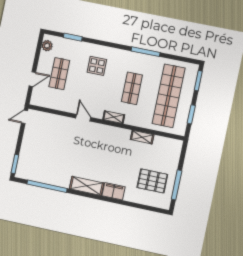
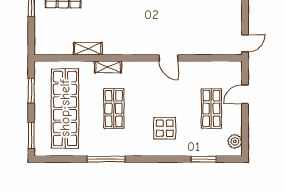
shelving: (114, 117) -> (108, 67), moved

